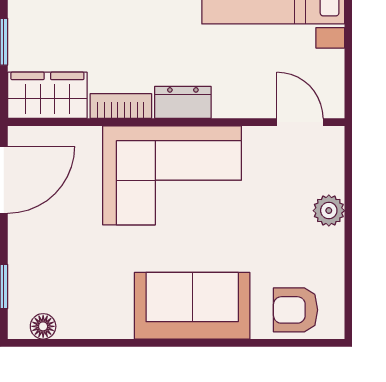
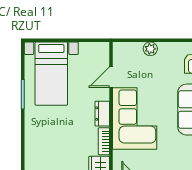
door: (300, 122) -> (111, 77), moved

